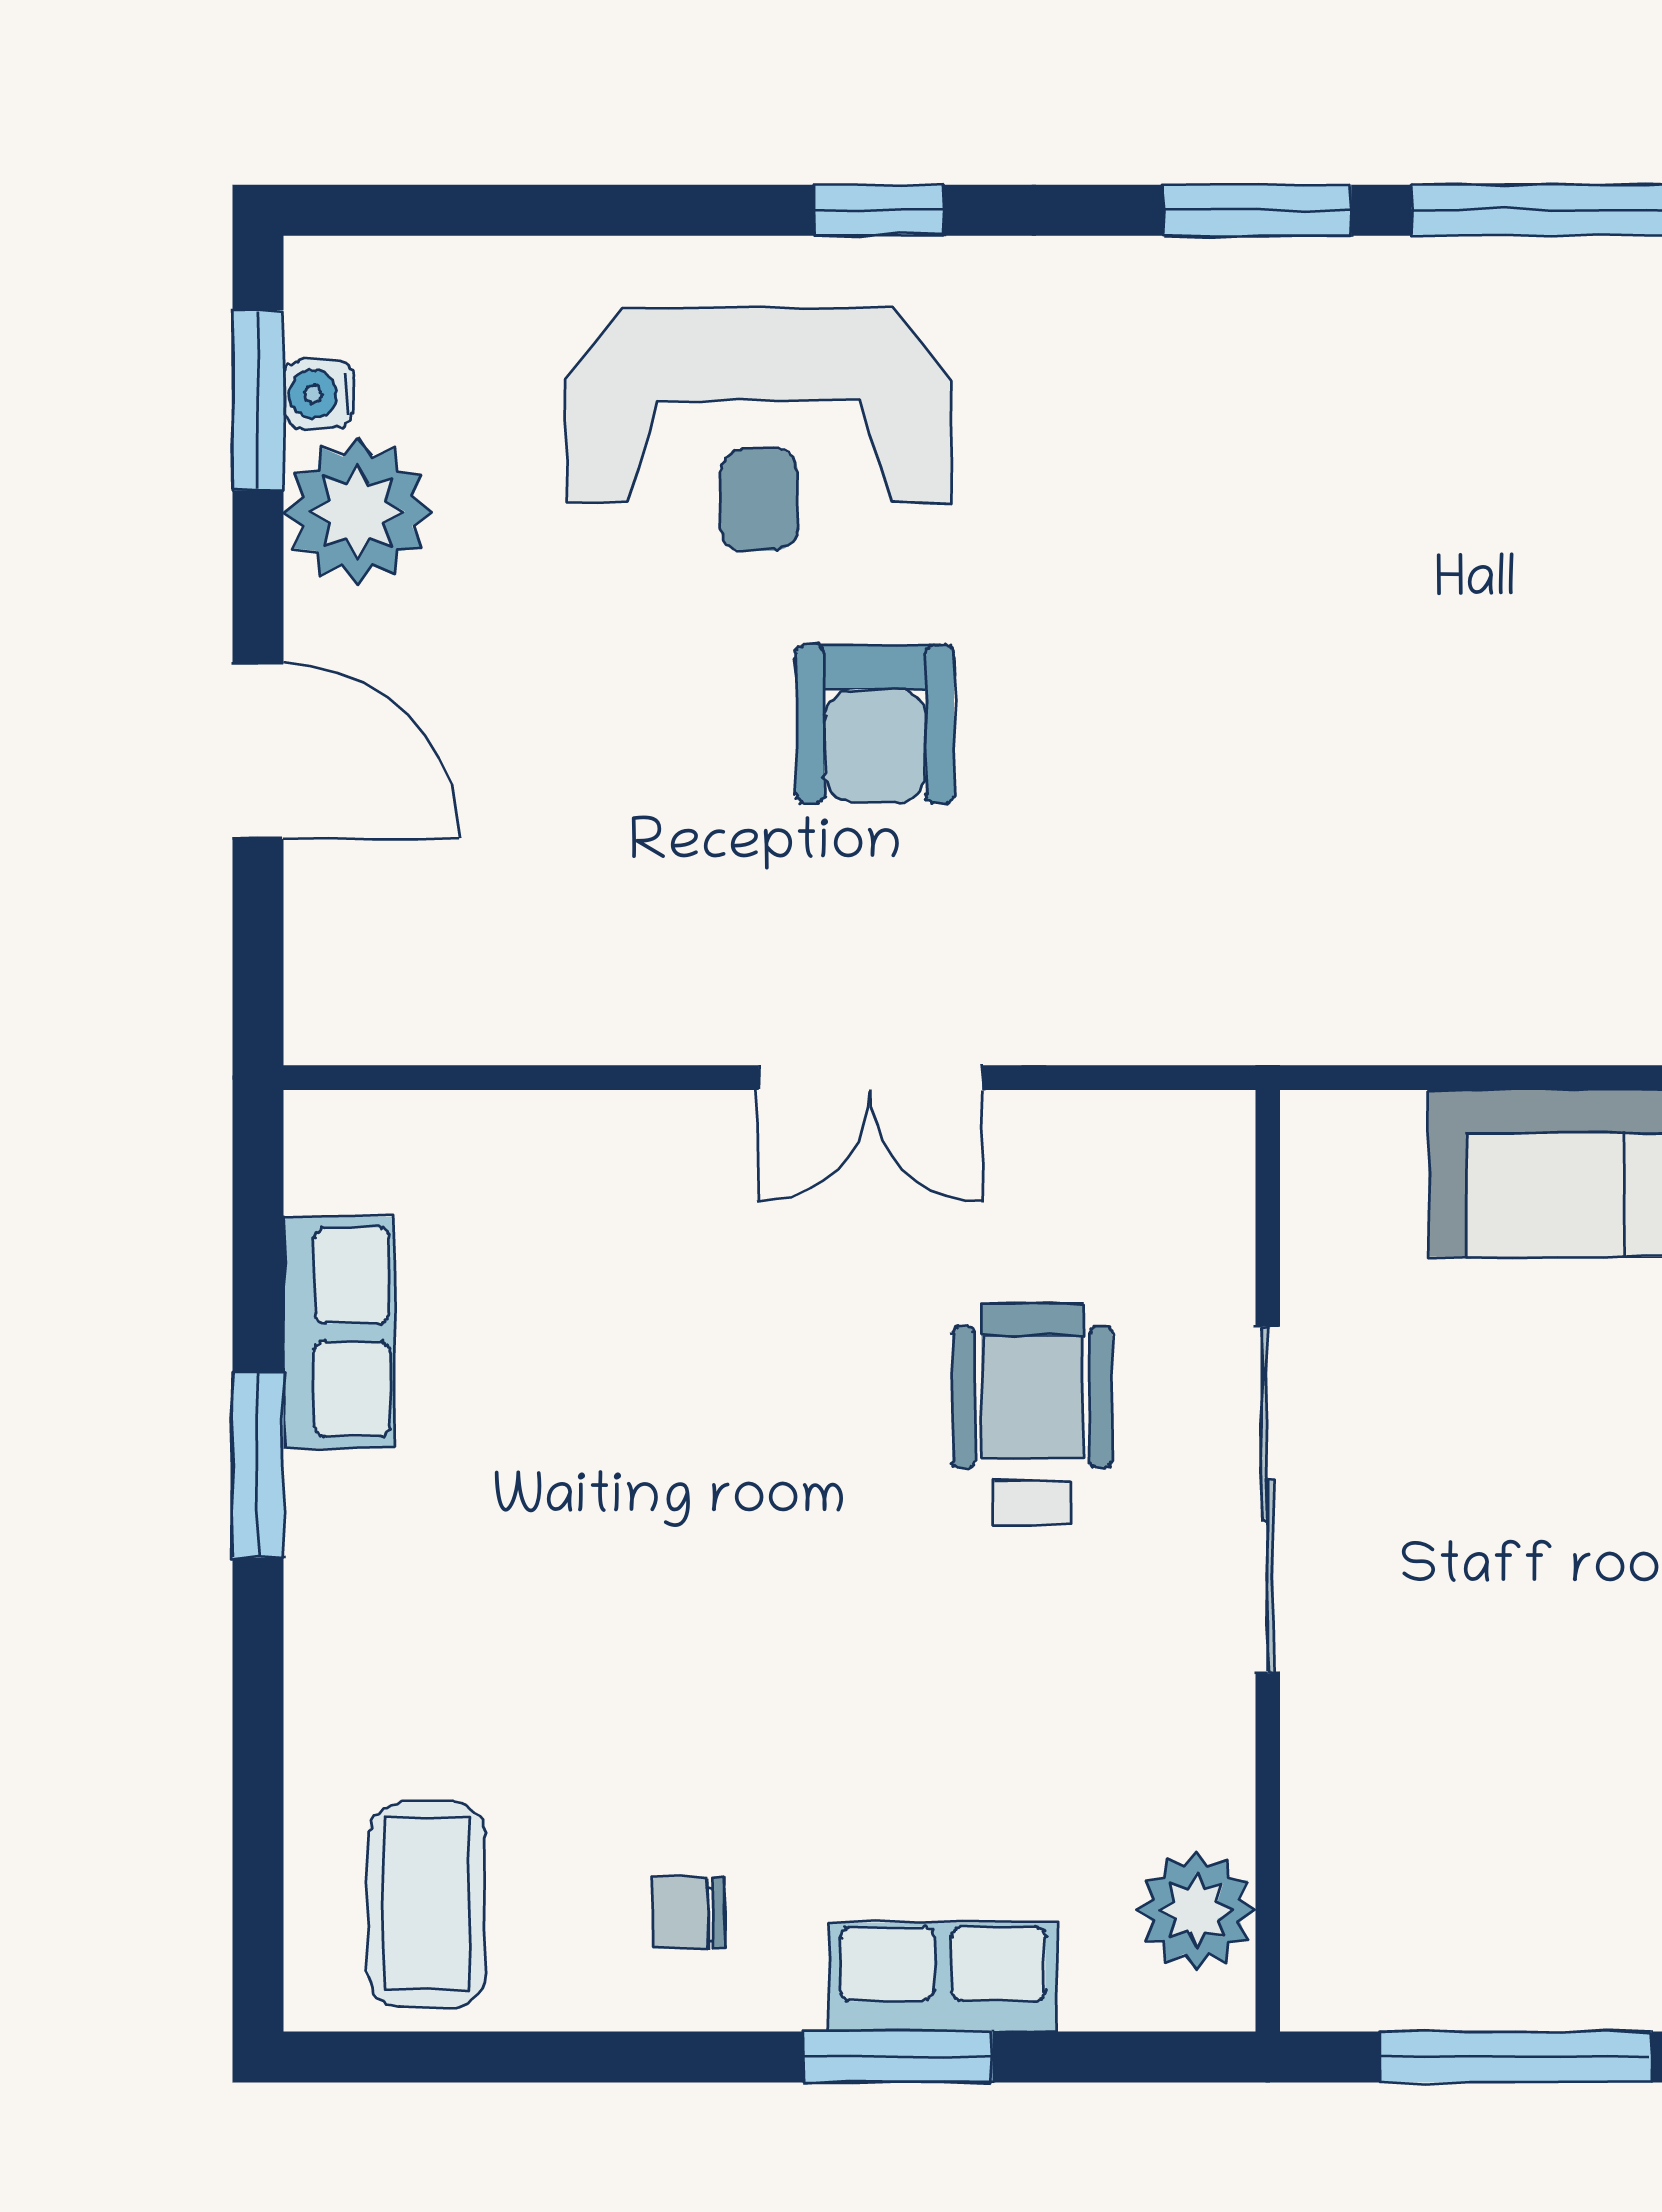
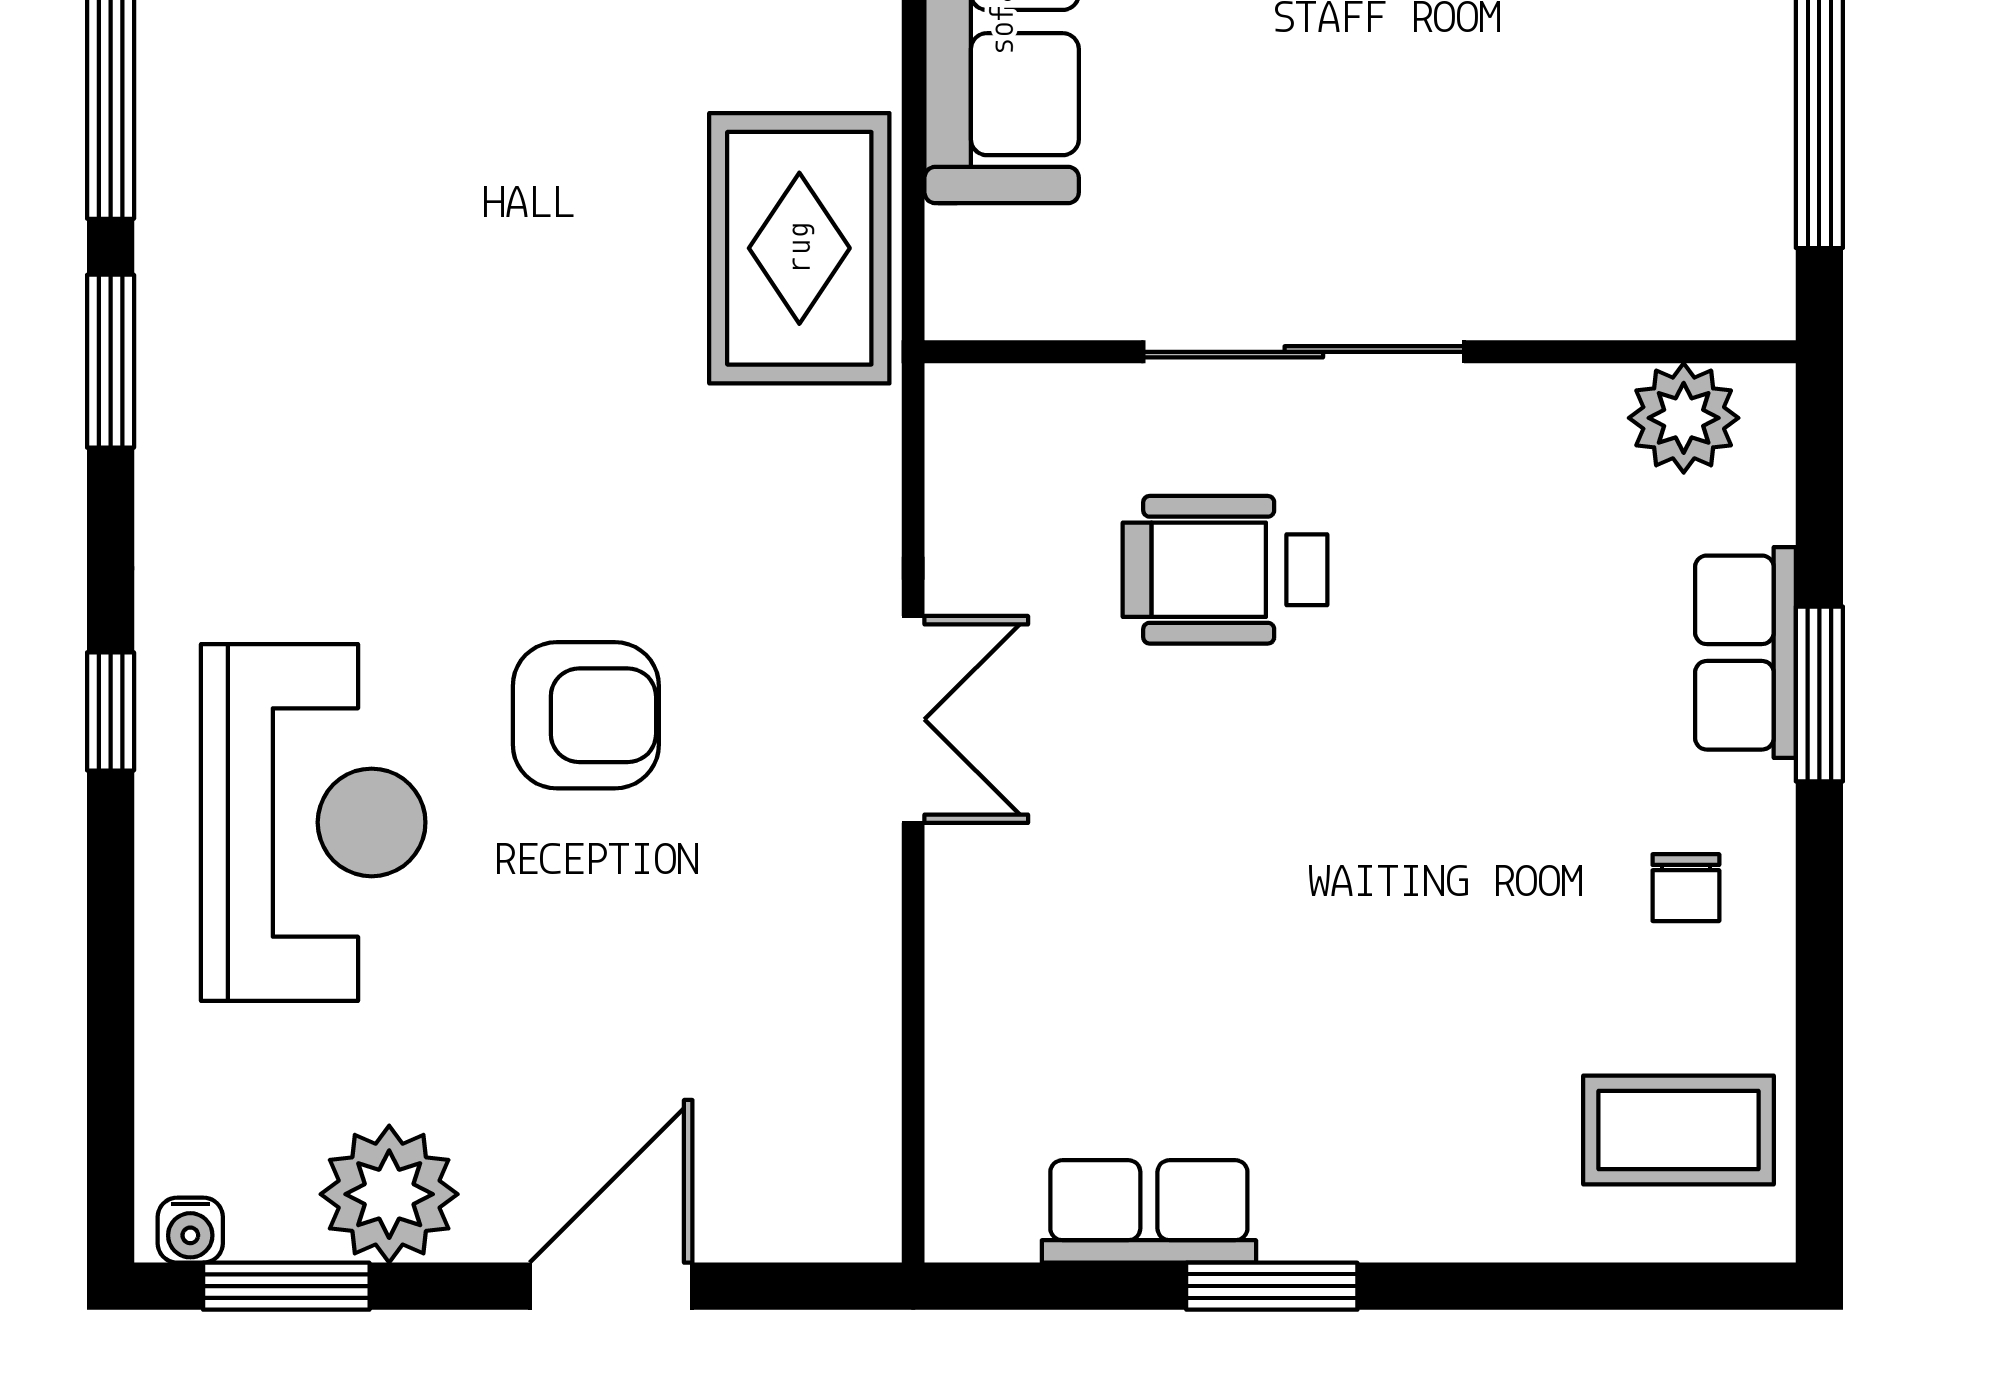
water cooler: (319, 394) -> (190, 1230), moved
rug: (1380, 955) -> (799, 248), added

